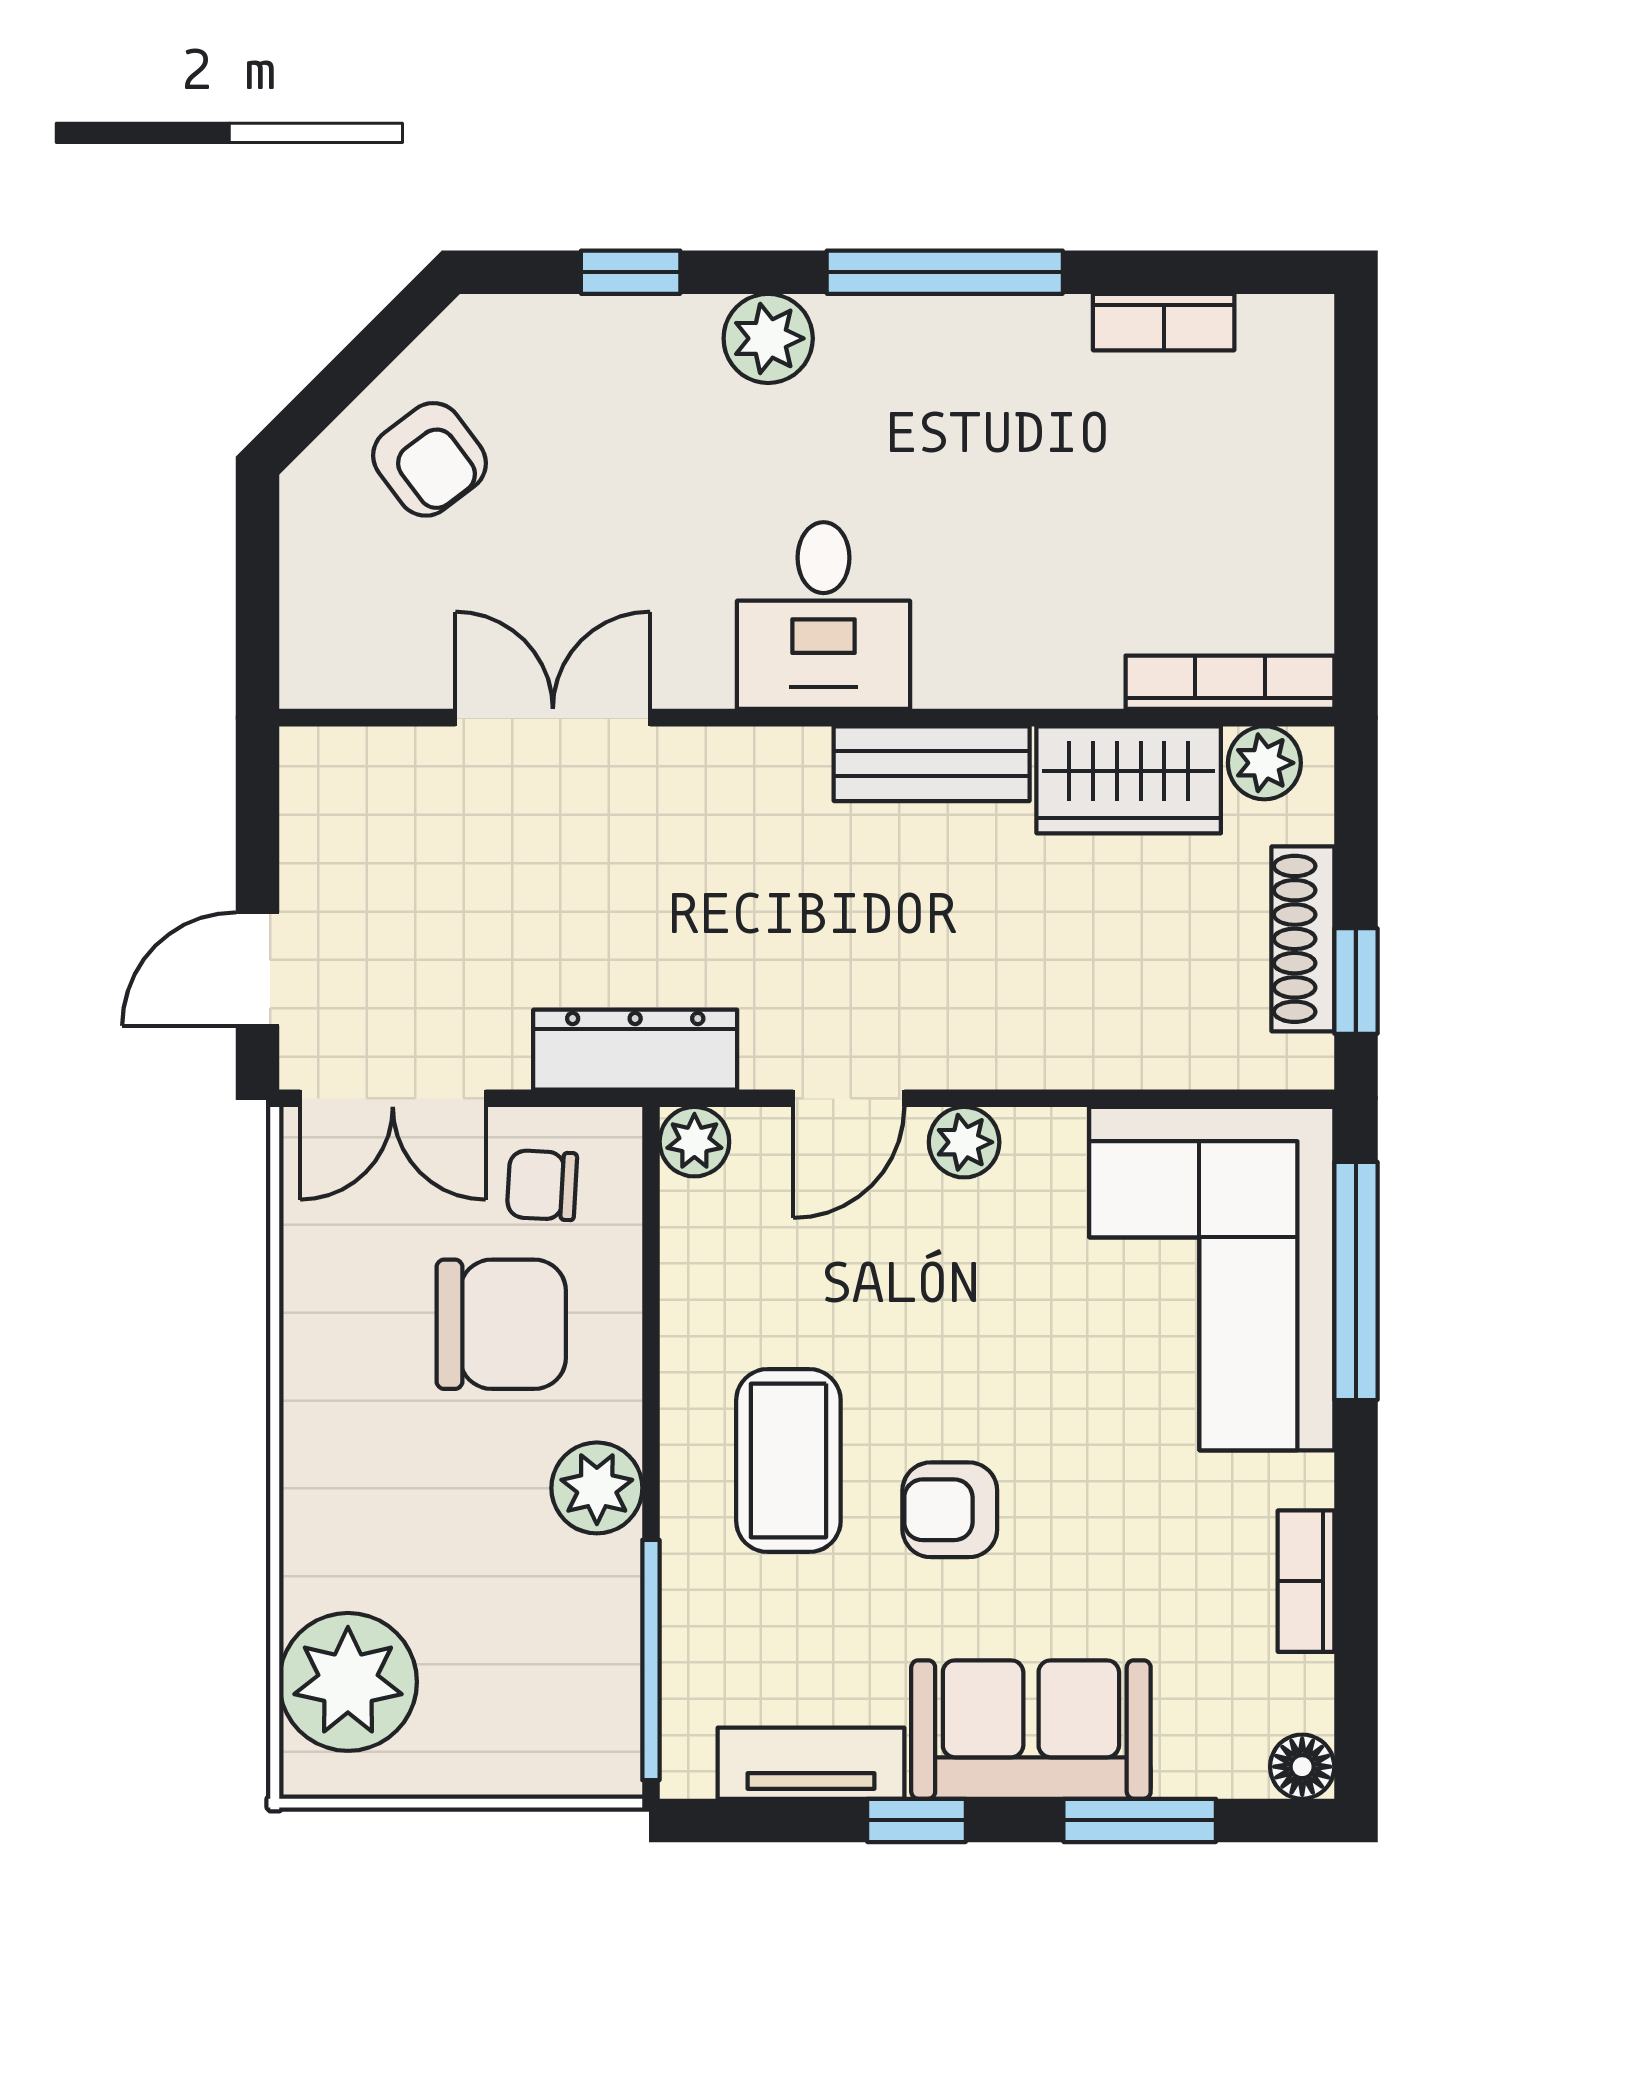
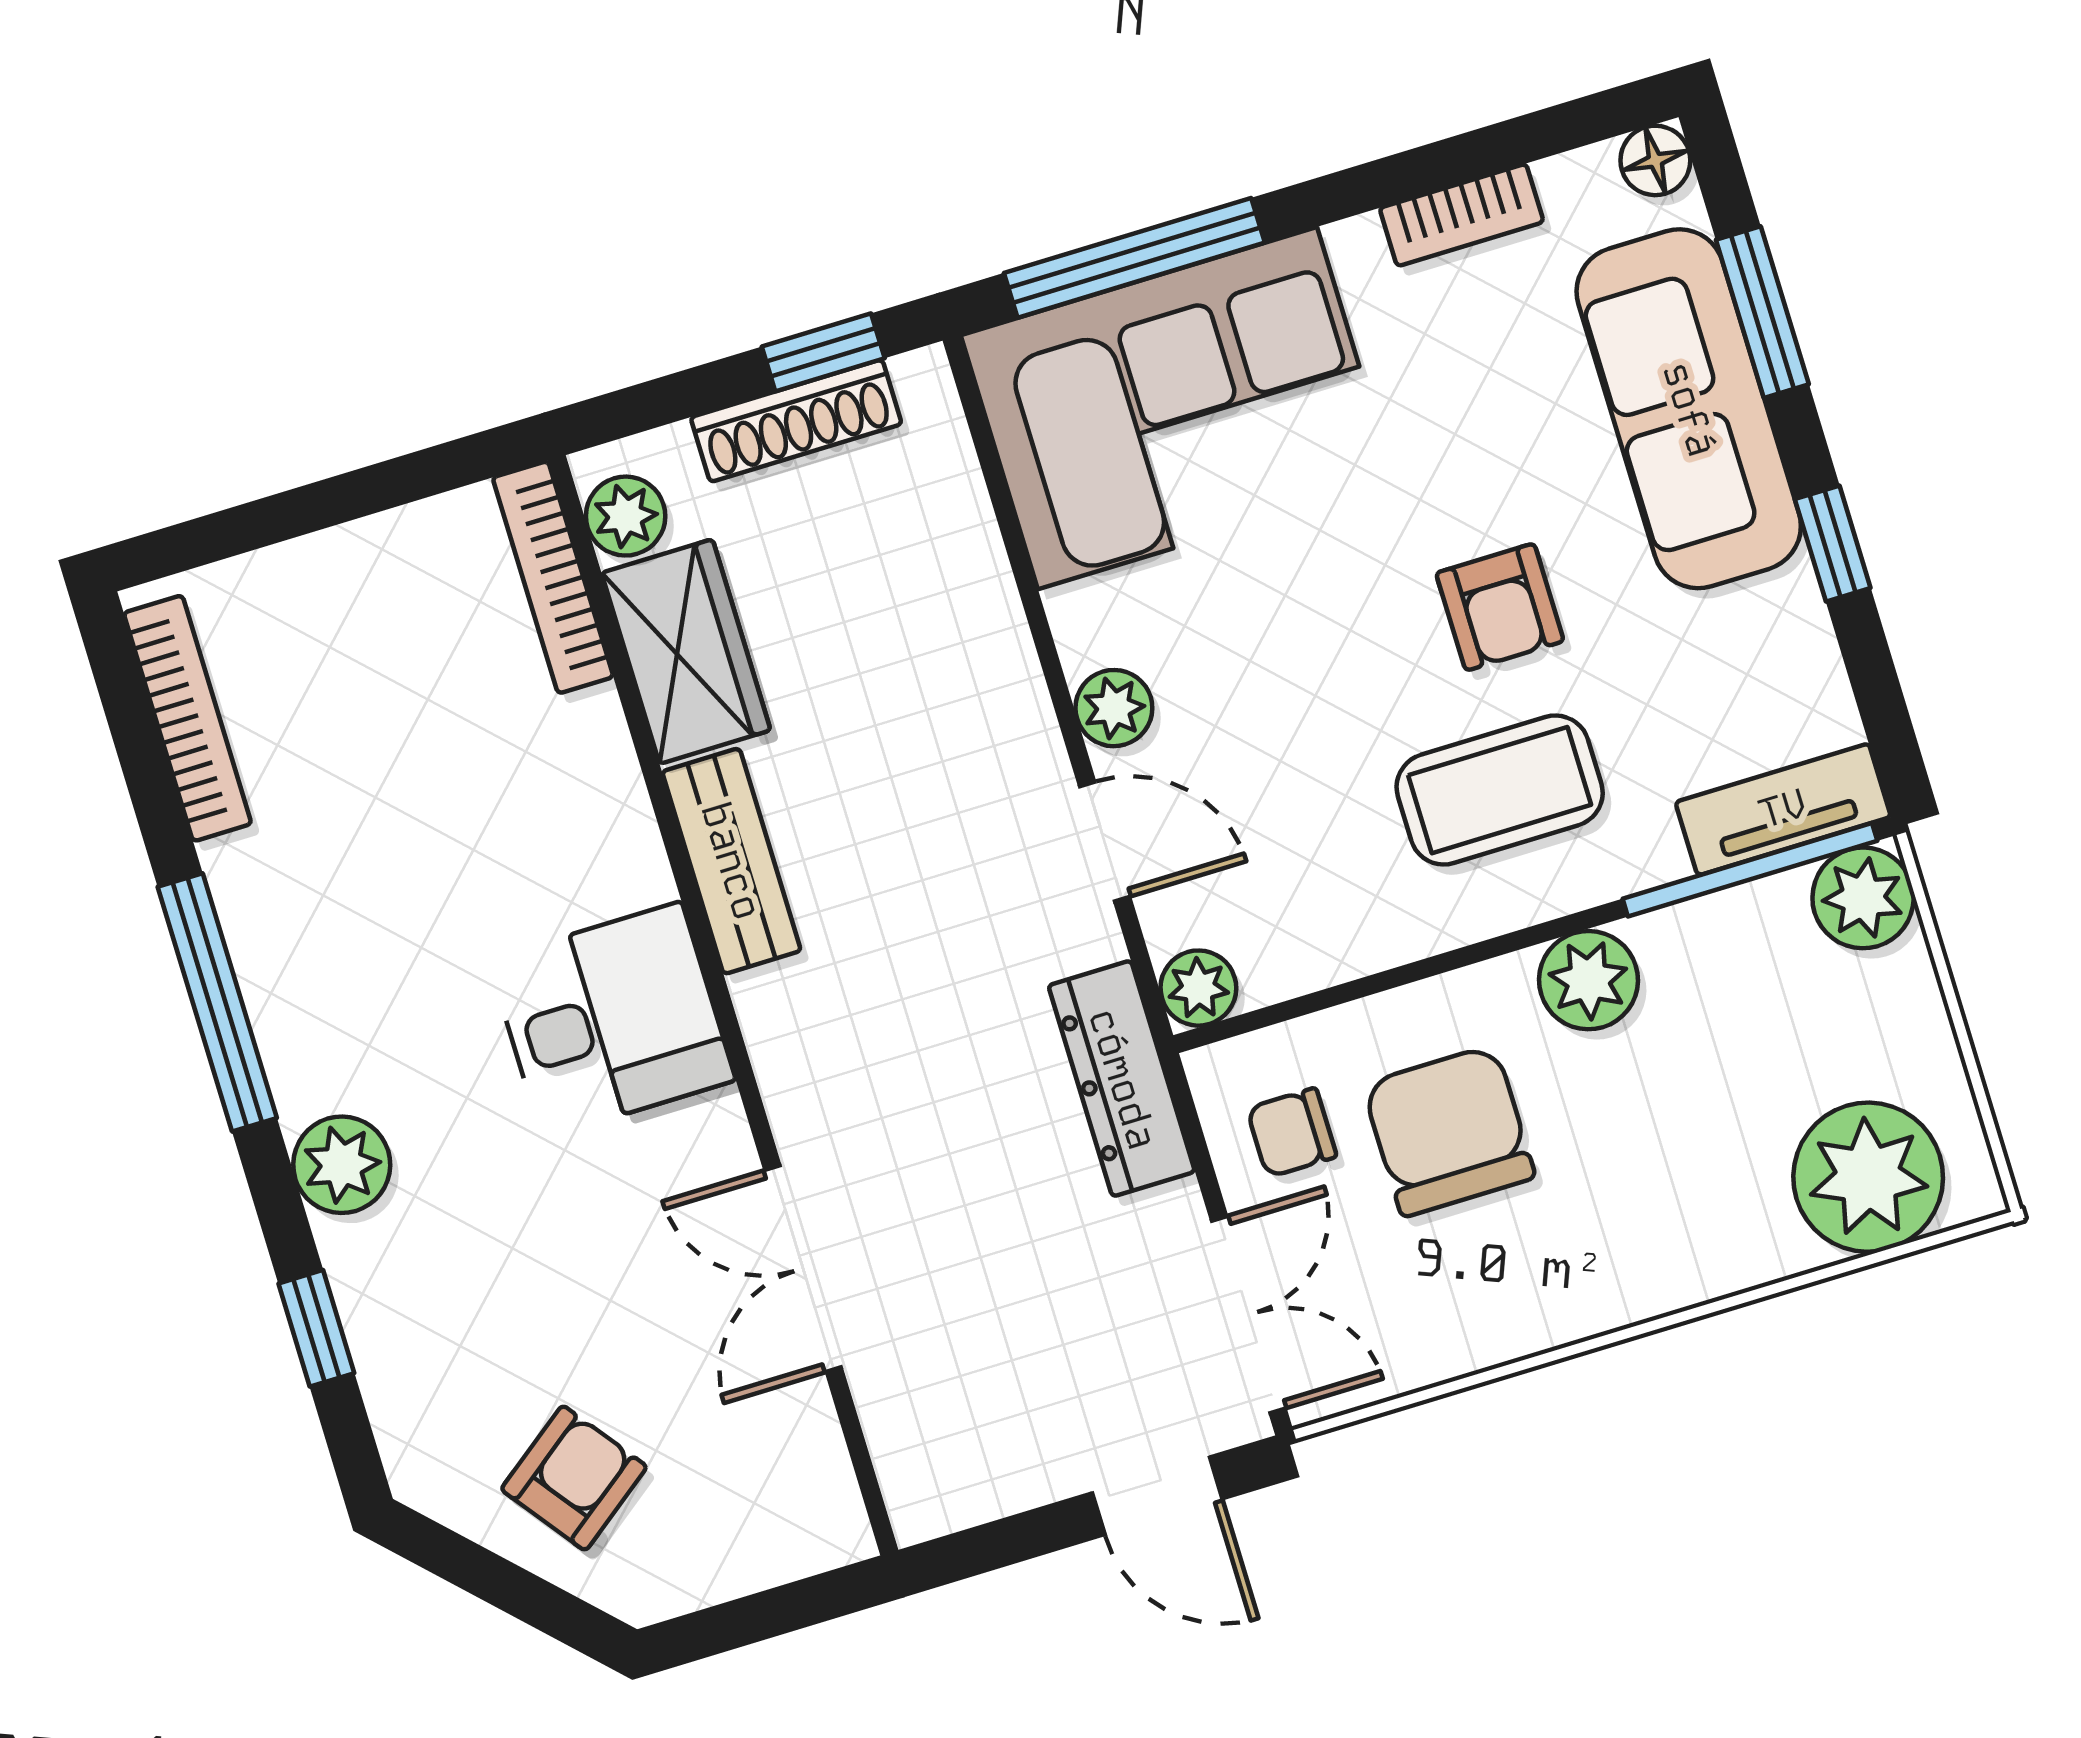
bookcase: (1164, 322) -> (188, 718), width x1.56
chair: (542, 1185) -> (1292, 1133), turned 87
sofa: (1031, 1730) -> (1689, 409), width x1.36
plant: (596, 1752) -> (1863, 898), added
tv unit: (811, 1763) -> (1783, 809), moved, turned 90

